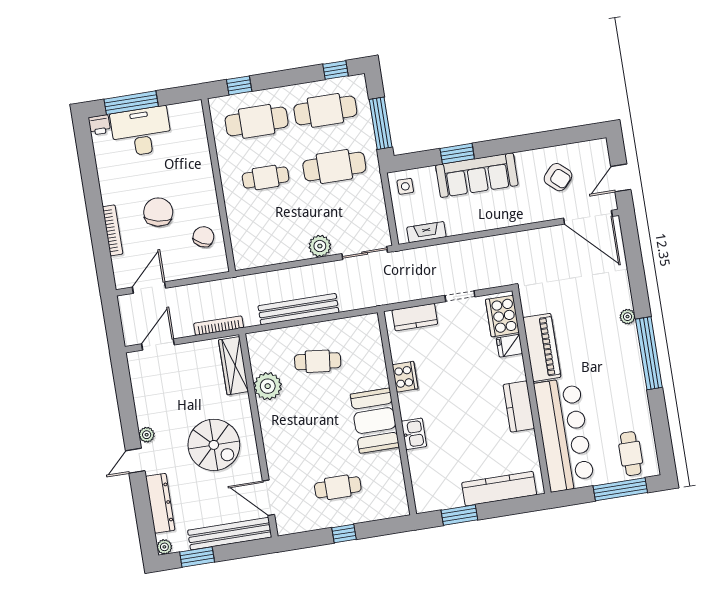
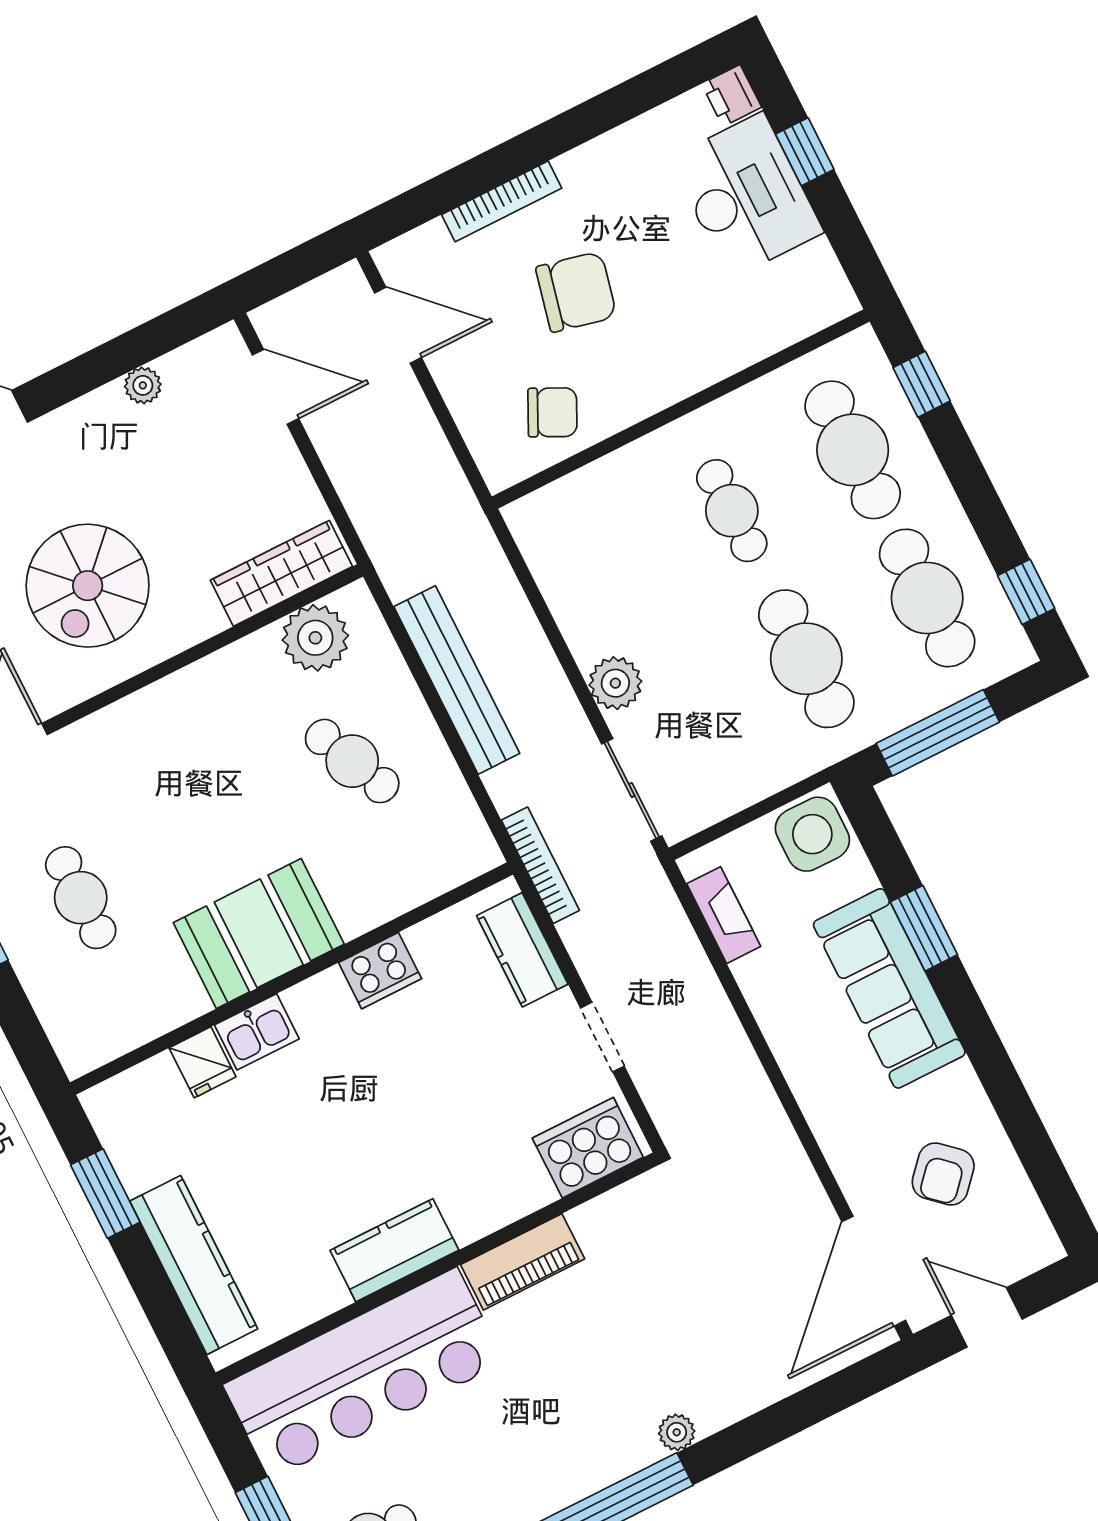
window: (131, 103) -> (805, 152), width x0.46
side table: (405, 186) -> (812, 834), width x1.87, depth x1.87
bookcase: (219, 326) -> (540, 865), moved
fridge: (509, 346) -> (203, 1062), moved, turned 180
piano: (542, 347) -> (523, 1262), width x0.73, depth x0.75
cafe table: (318, 361) -> (352, 761), turned -30
plant: (268, 386) -> (315, 638), moved
plant: (147, 435) -> (143, 385), moved

